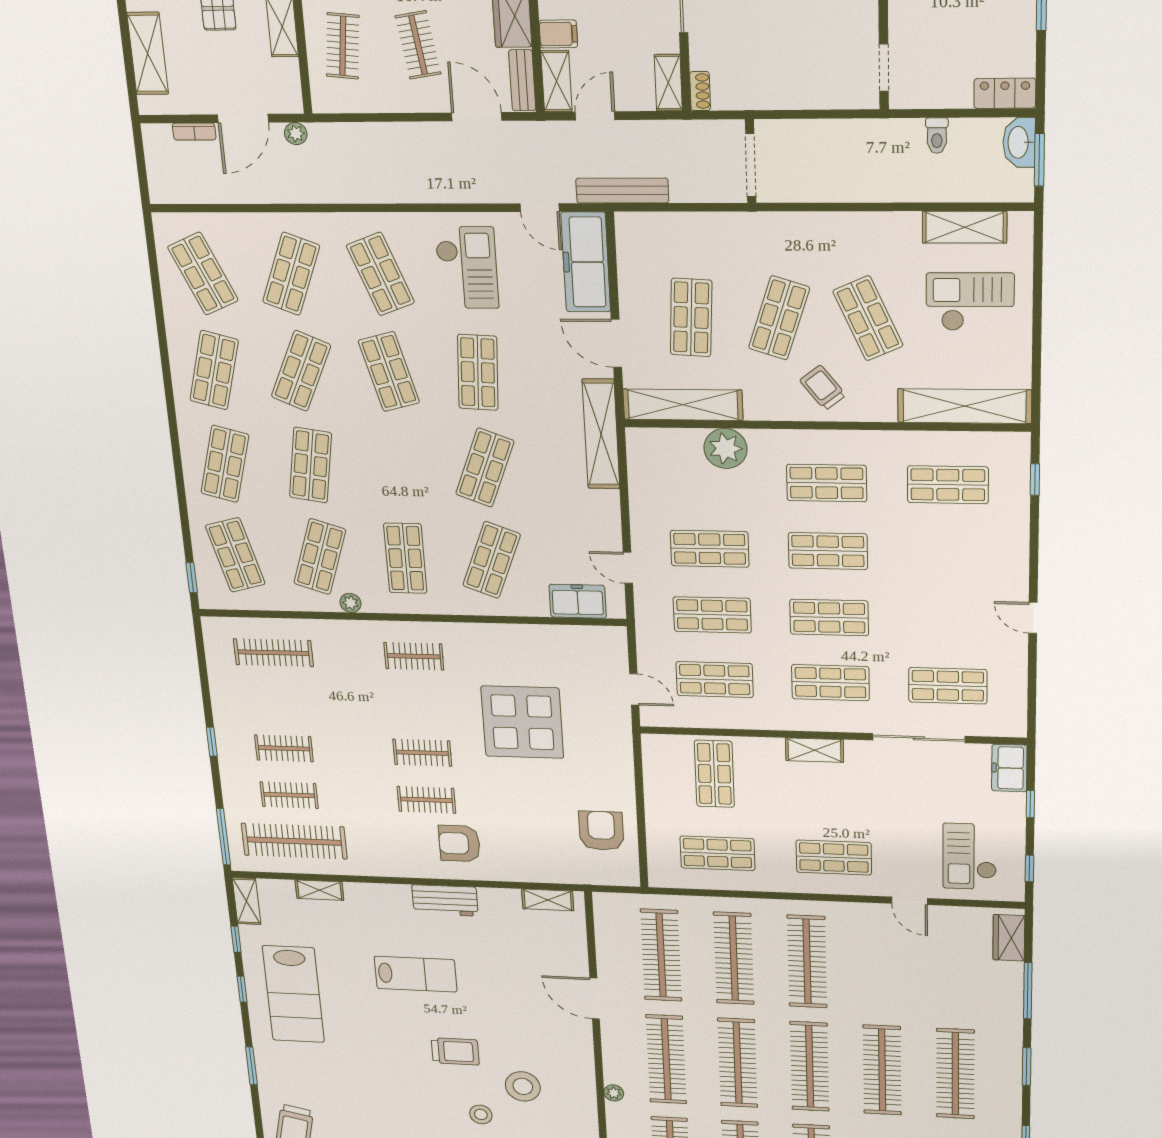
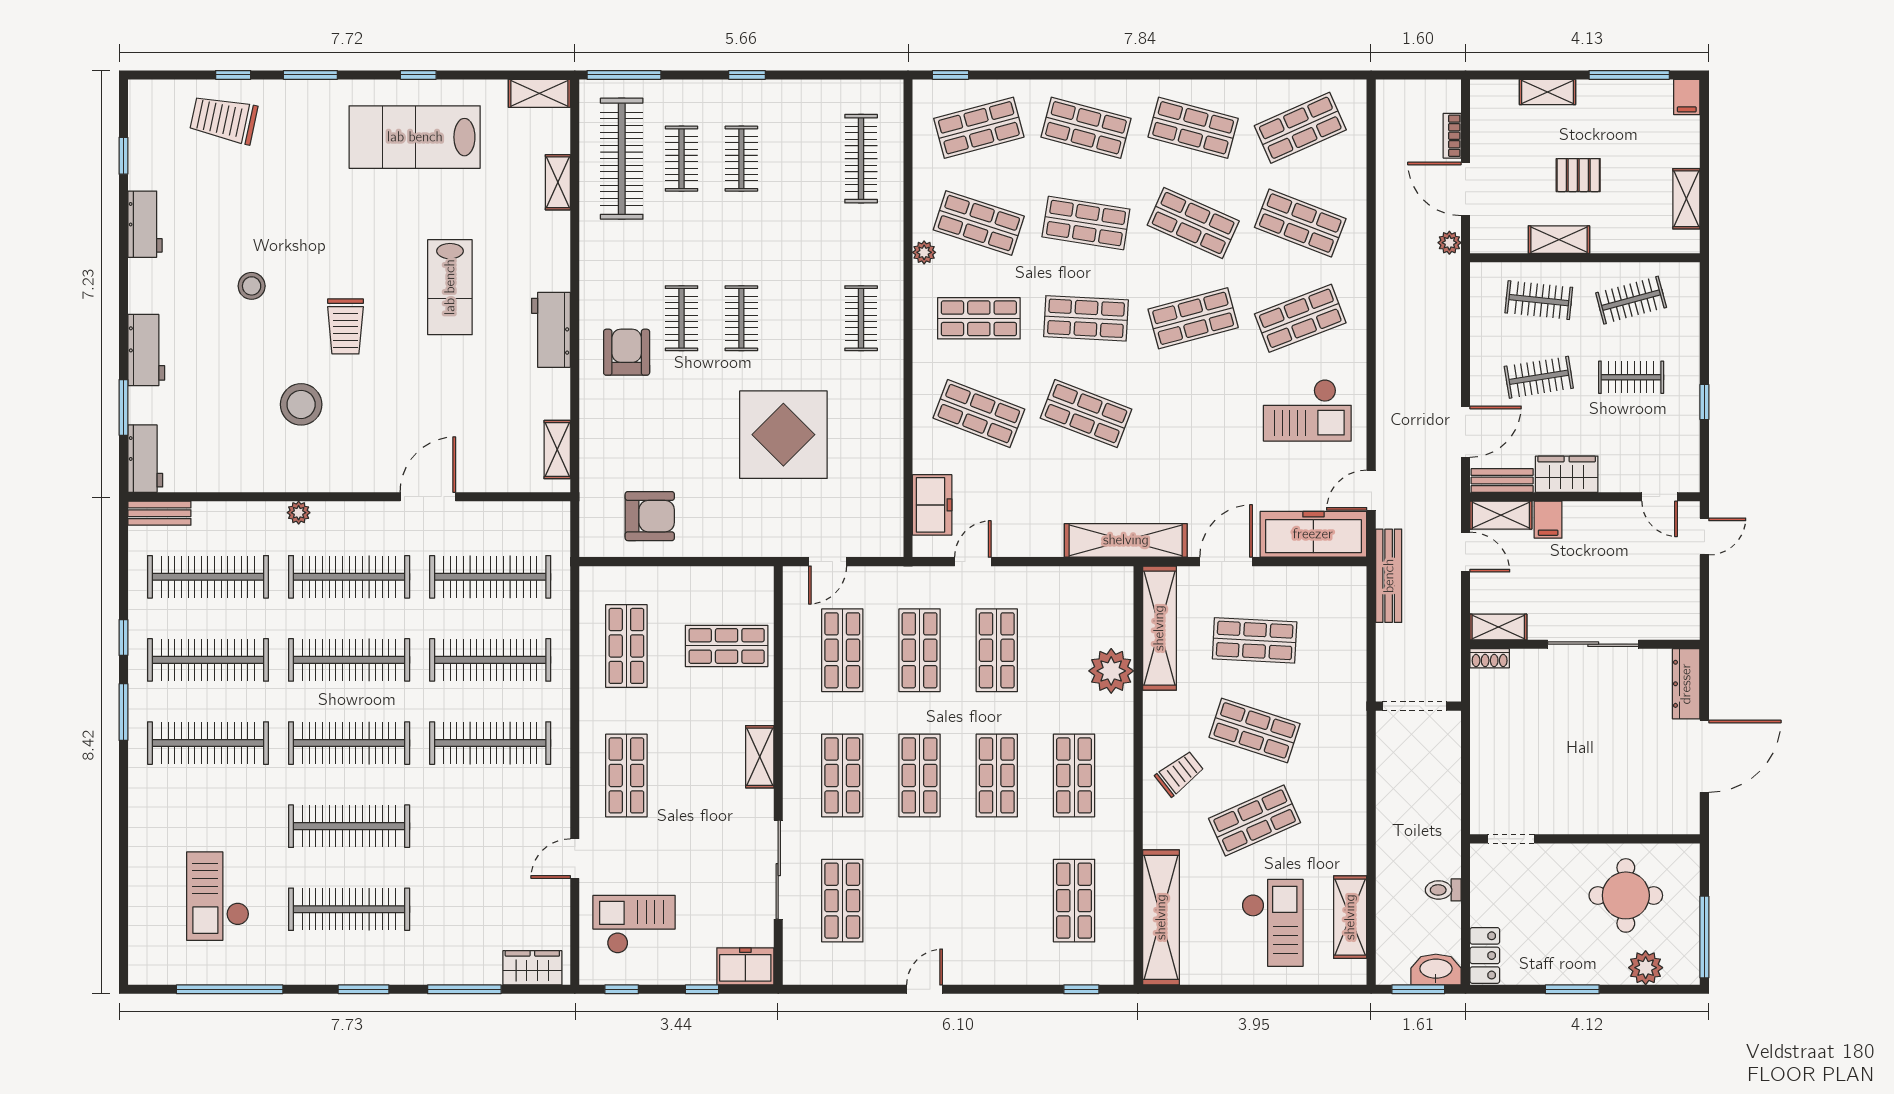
shelving: (148, 53) -> (1547, 92), width x0.67, depth x0.75
shop shelf: (478, 372) -> (1086, 318), moved
window: (236, 939) -> (233, 75), moved
stool: (481, 1114) -> (252, 286), moved

